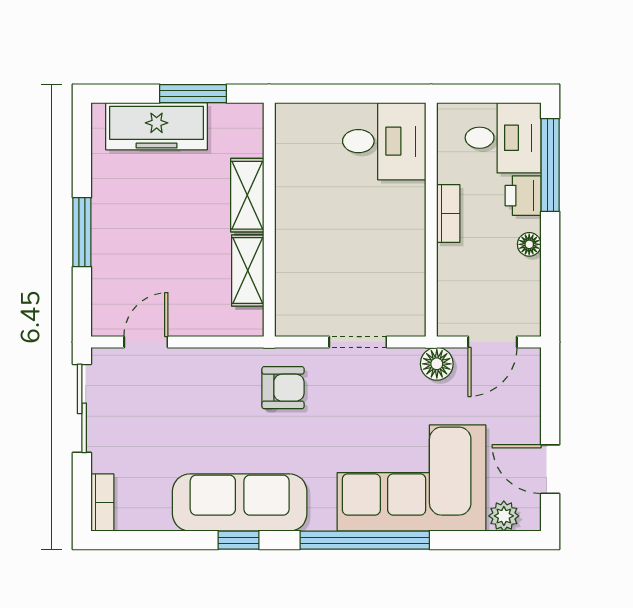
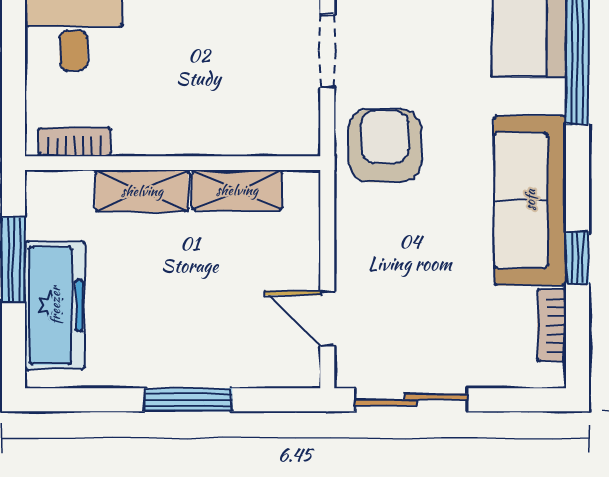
bookcase: (286, 142) -> (75, 142), added
armchair: (283, 388) -> (385, 146), width x1.38, depth x1.38
bookcase: (102, 502) -> (552, 325), moved, turned -90
window: (238, 540) -> (577, 258), moved

